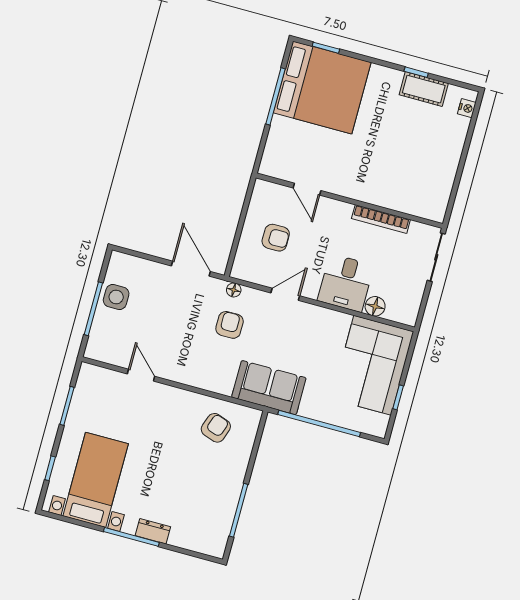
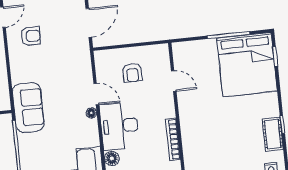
door: (307, 189) -> (174, 81), swing flipped
desk: (346, 283) -> (119, 126), width x1.37
floor lamp: (234, 290) -> (91, 113), moved
armchair: (230, 325) -> (31, 36), moved

